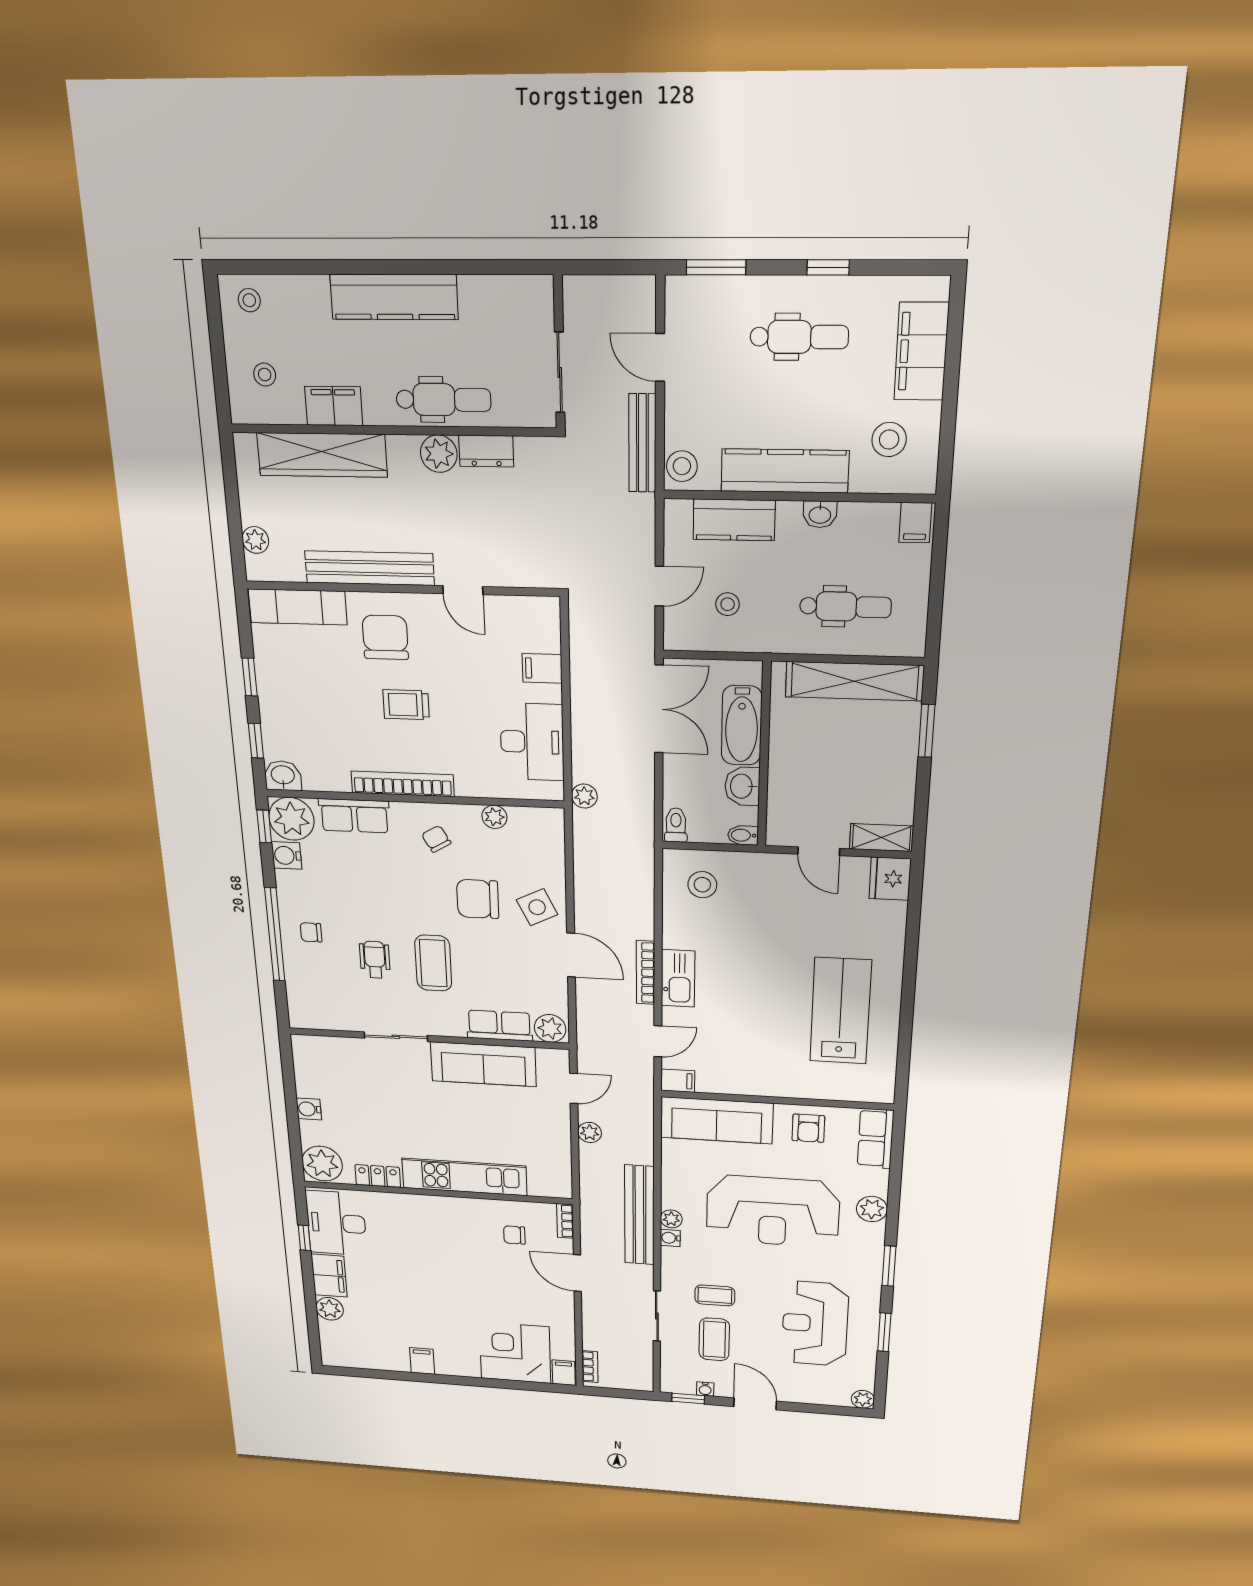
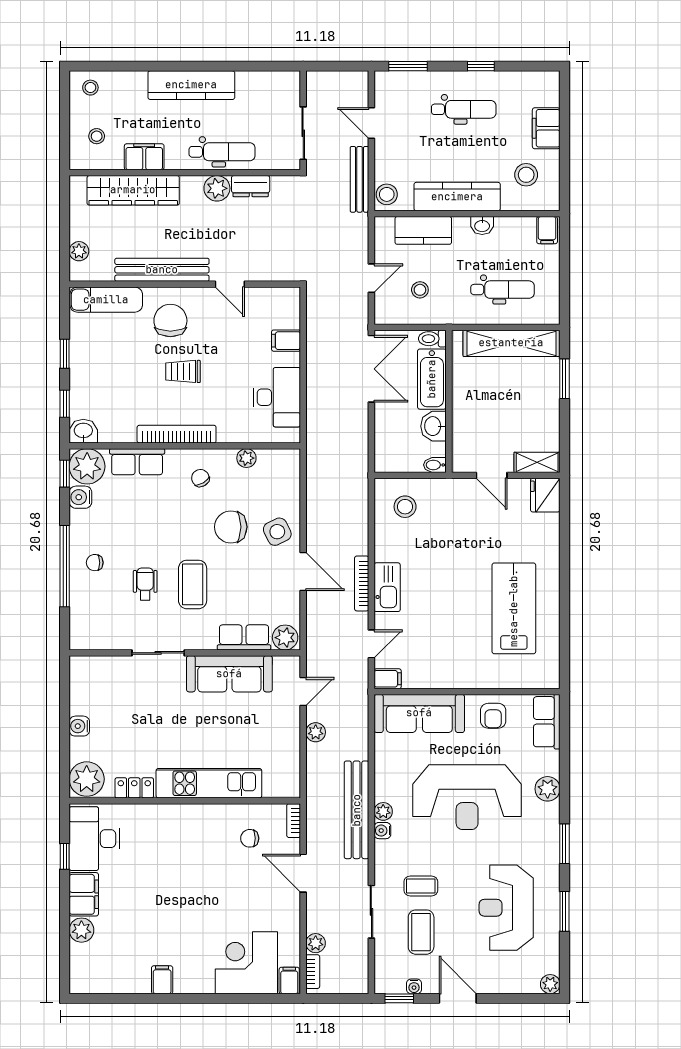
filing cabinet: (921, 351) -> (546, 128), width x0.67, depth x0.86
plant: (584, 796) -> (316, 943), moved
toilet: (676, 825) -> (432, 339), moved, turned -90

